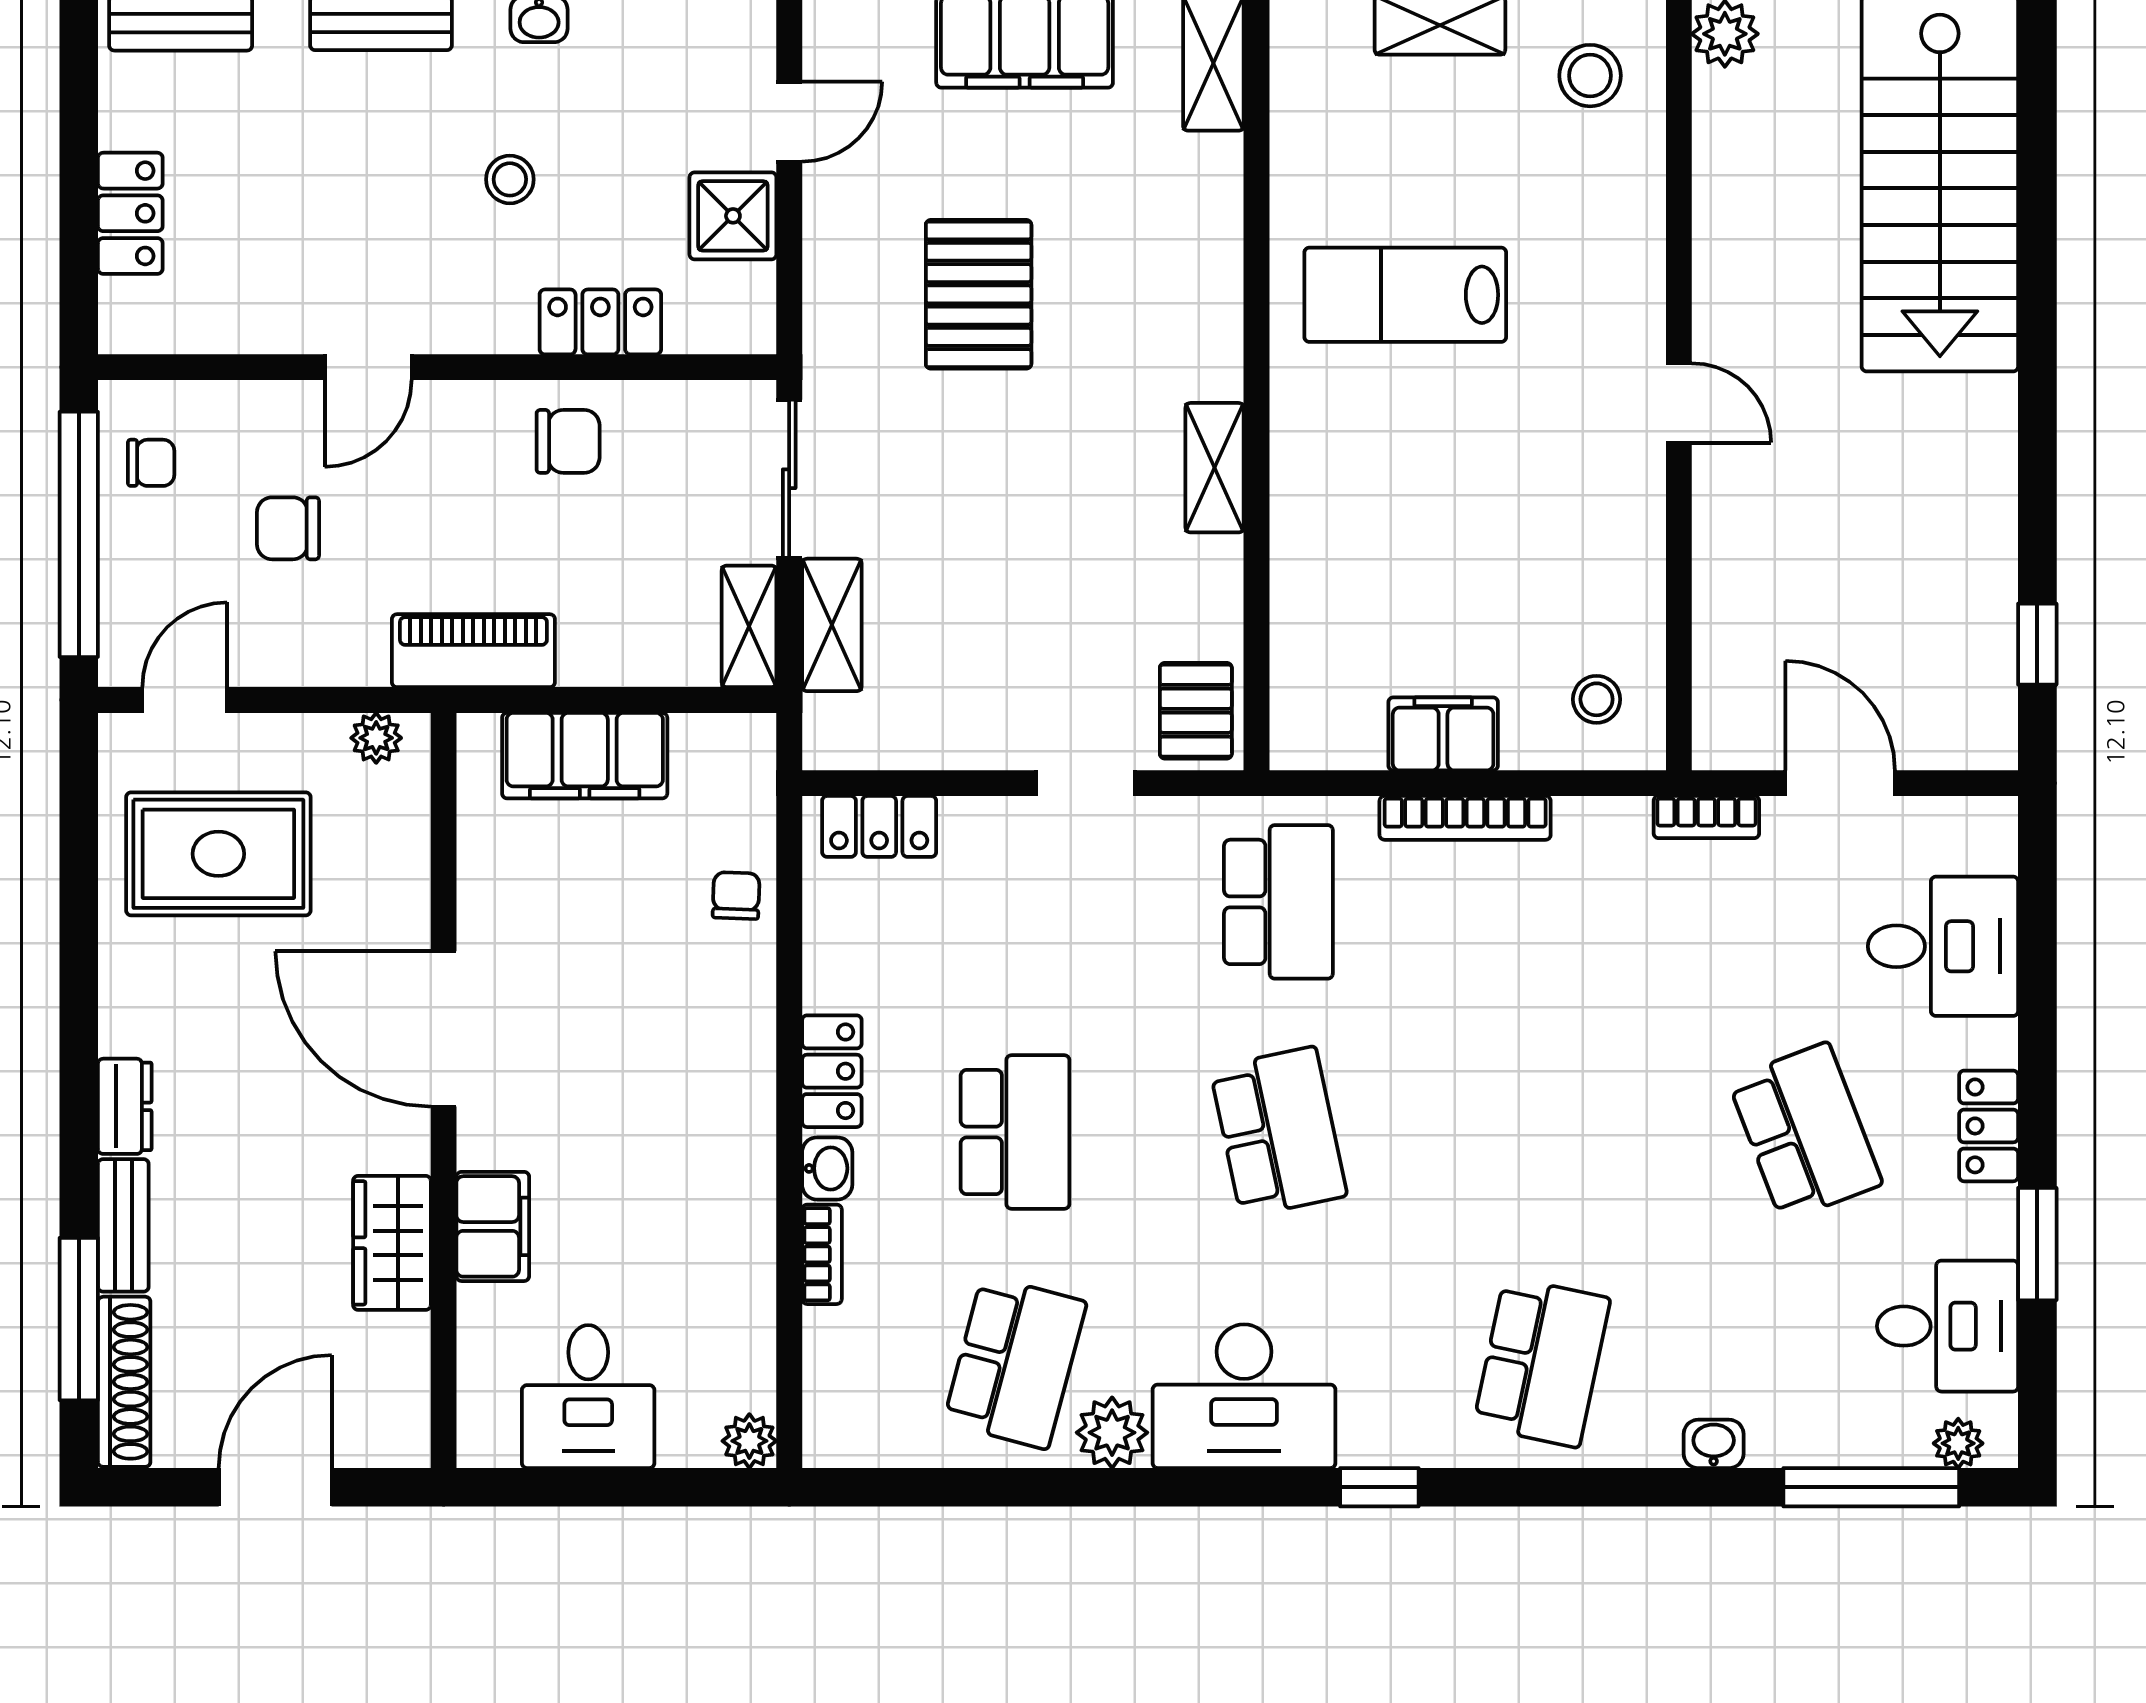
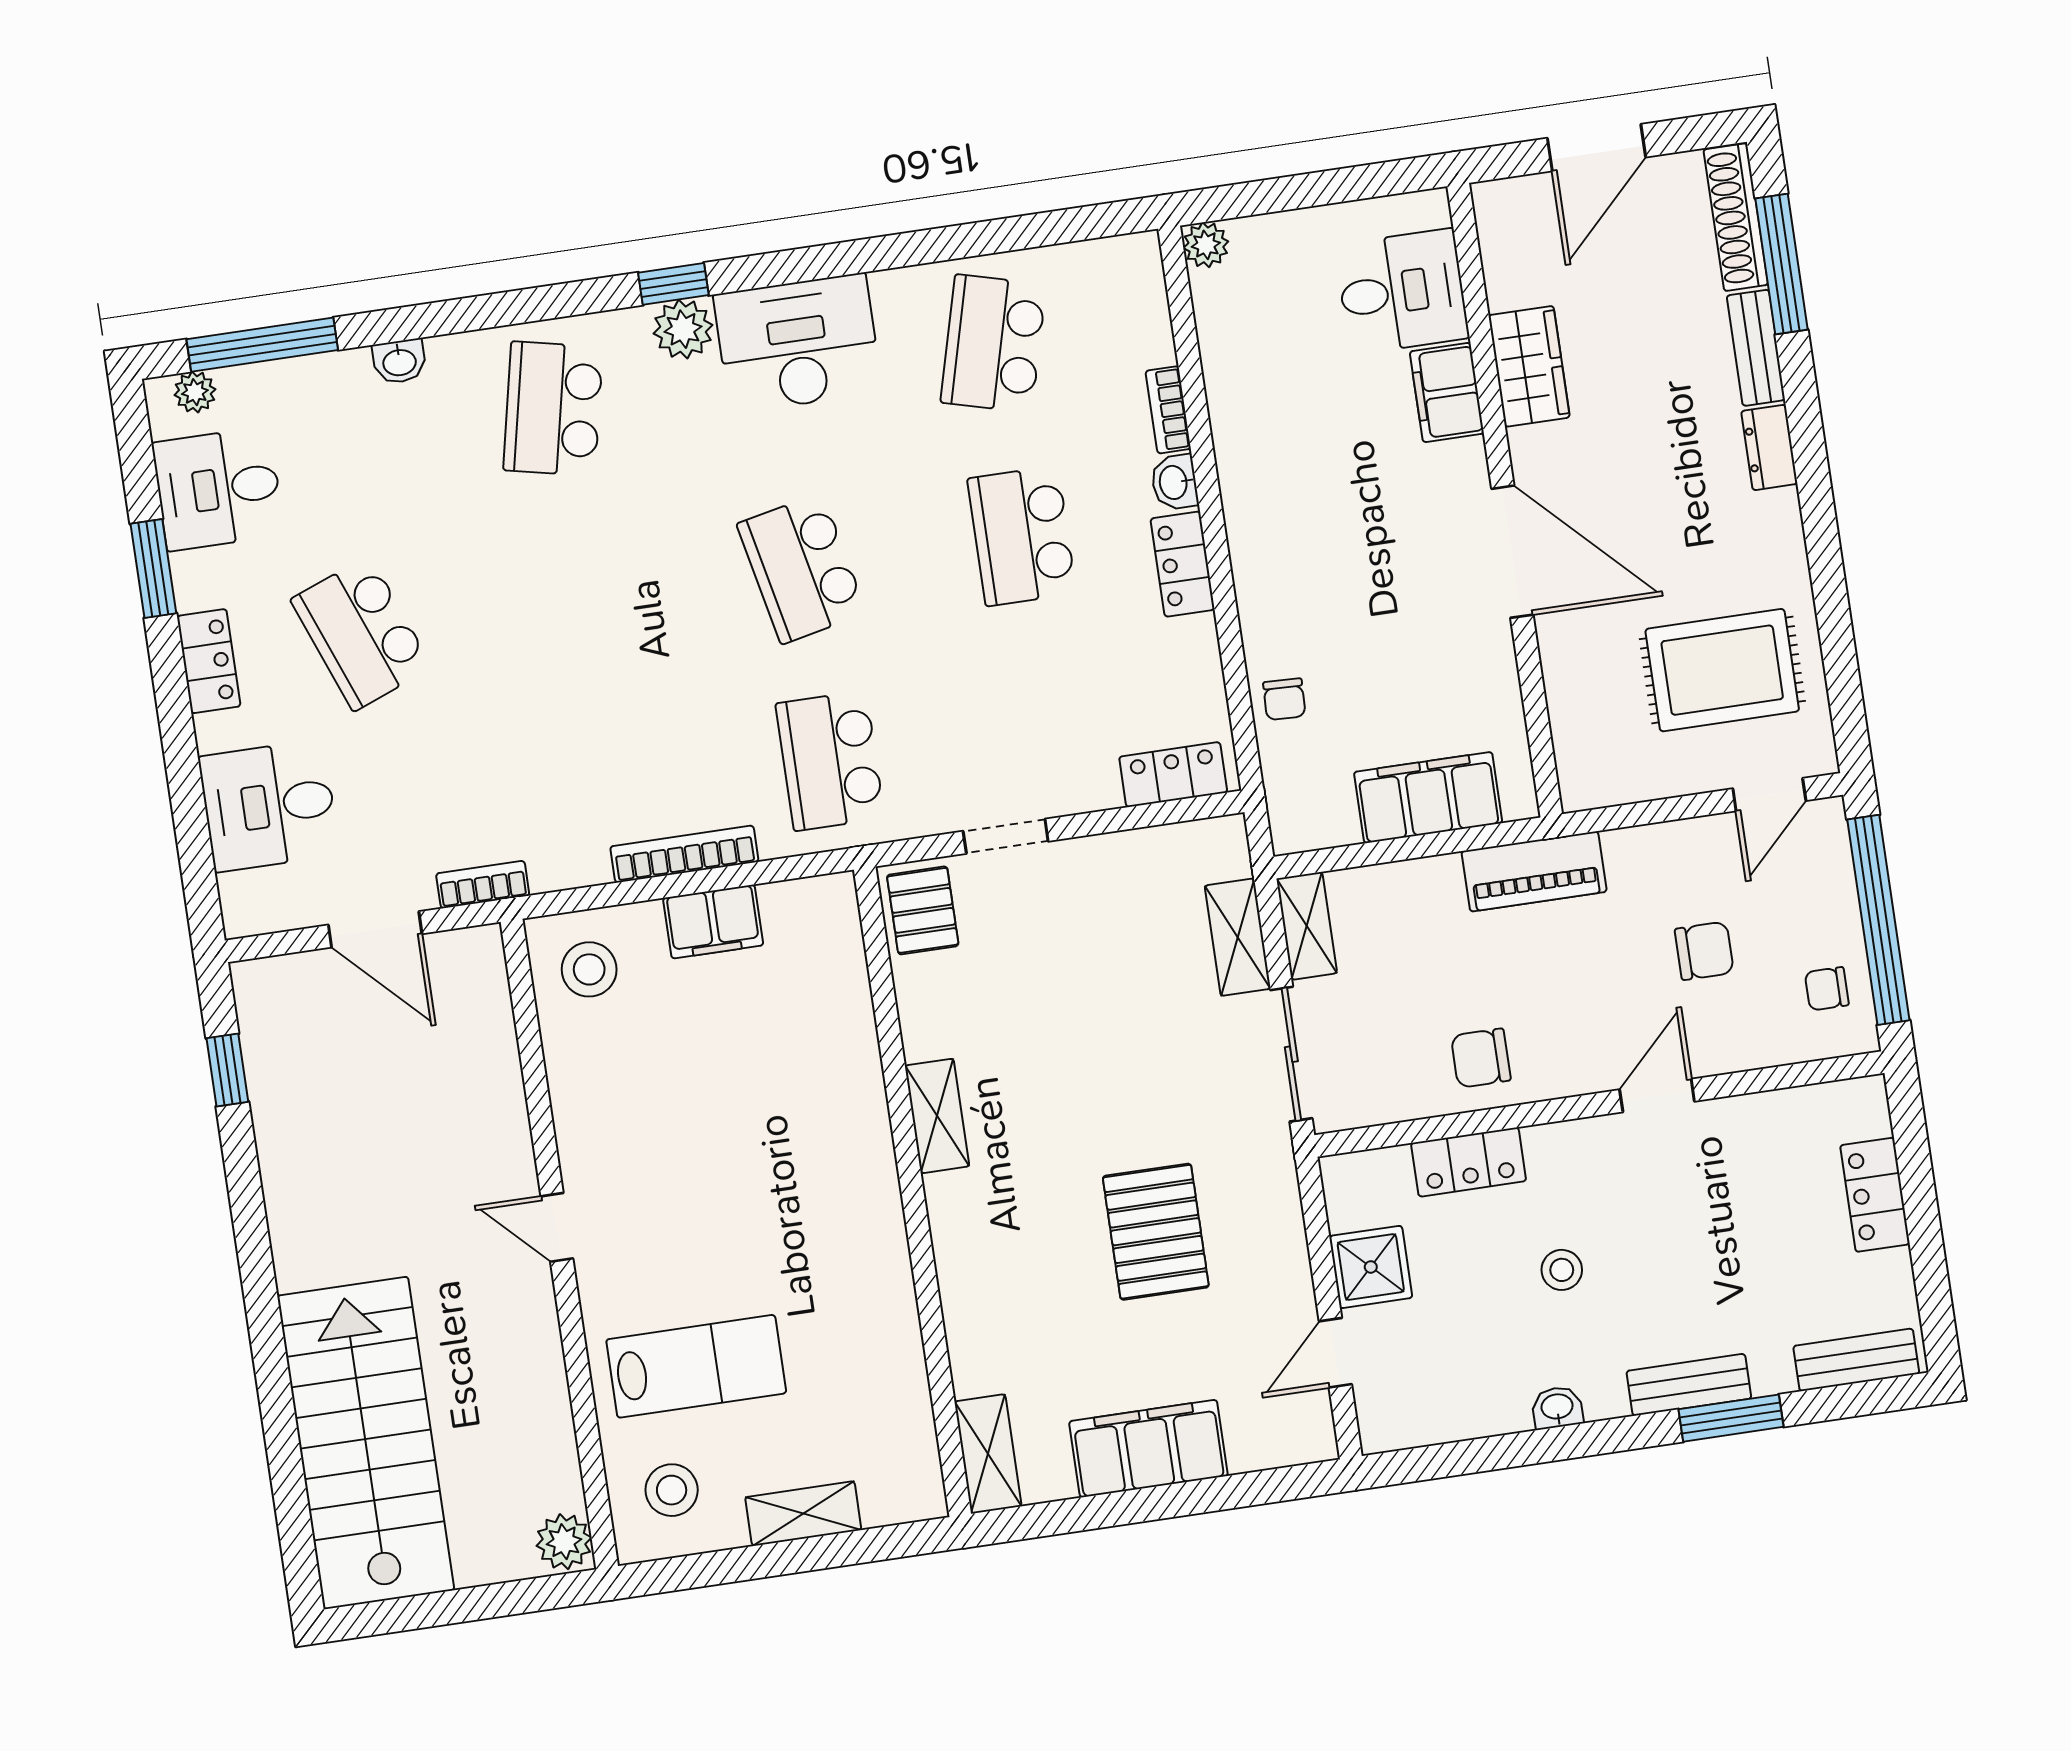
lab bench: (1405, 295) -> (696, 1366), moved
stool: (1597, 699) -> (589, 969), width x1.37, depth x1.37
plant: (376, 738) -> (1605, 787), removed
desk: (588, 1397) -> (1402, 292), moved, turned 90
plant: (1112, 1433) -> (683, 329), moved

